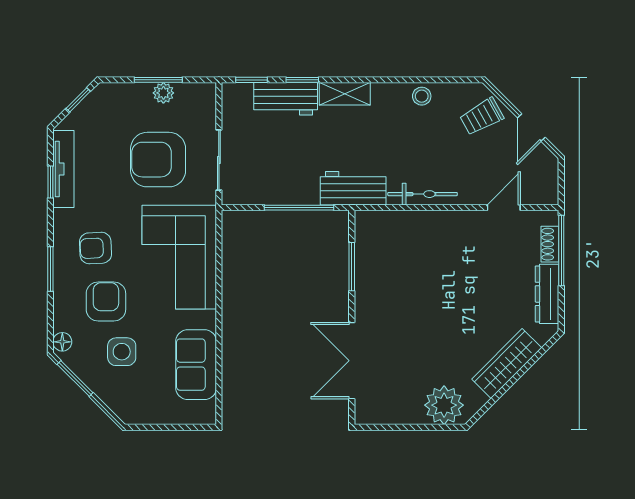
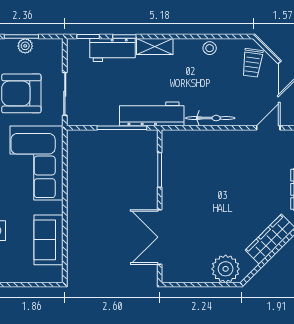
trolley: (482, 117) -> (252, 63), turned -53
workbench: (353, 188) -> (152, 114), width x1.38

